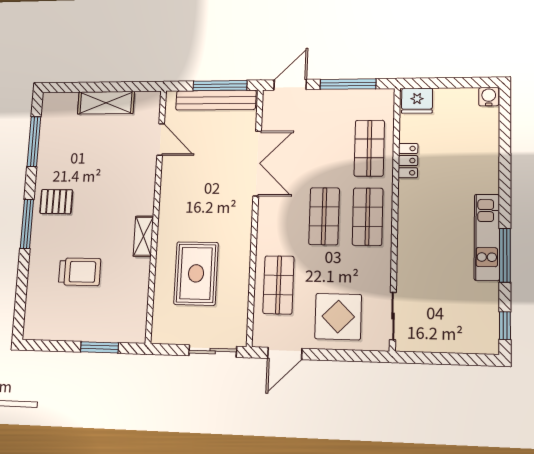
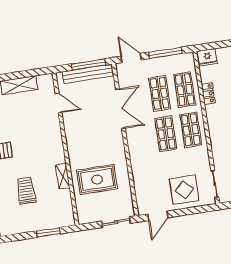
door: (290, 85) -> (131, 58), hinge flipped
shelving: (143, 236) -> (63, 176), moved
trolley: (80, 272) -> (26, 191), turned -90
rug: (196, 273) -> (97, 179), turned 90
shop shelf: (278, 285) -> (160, 93), moved

